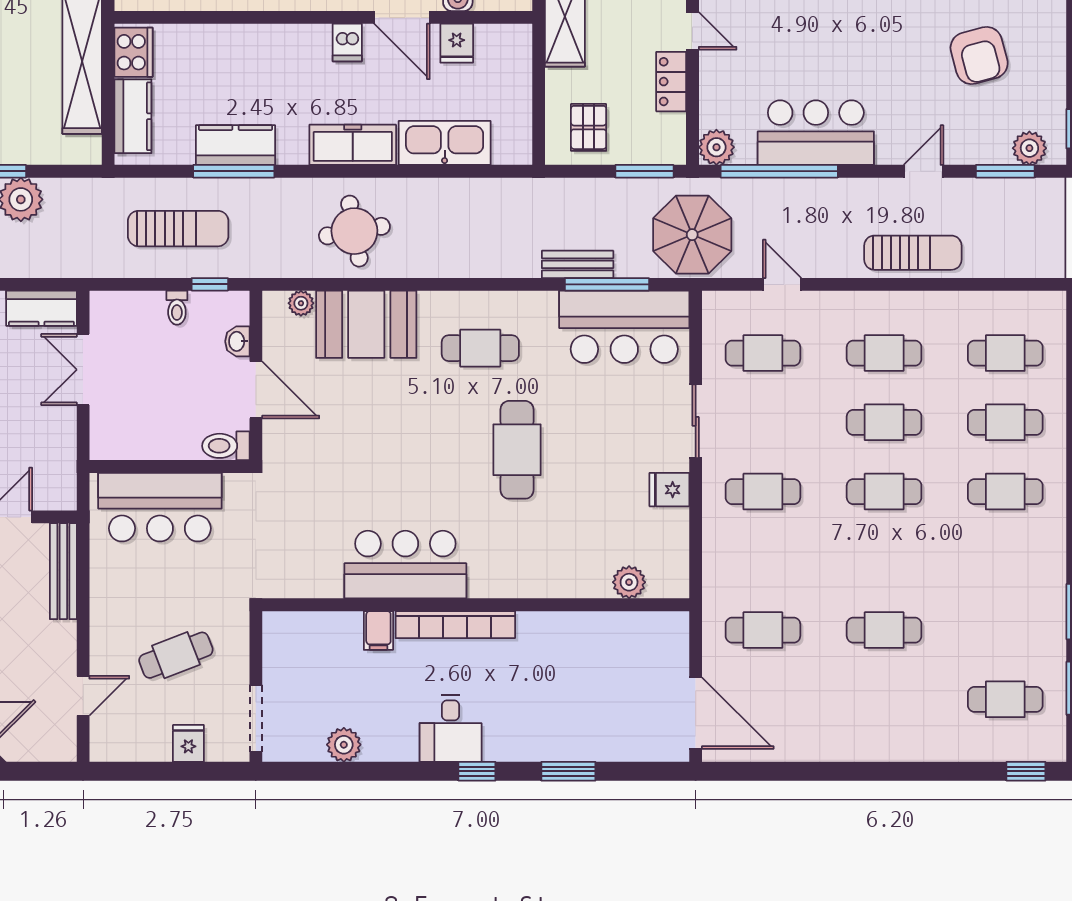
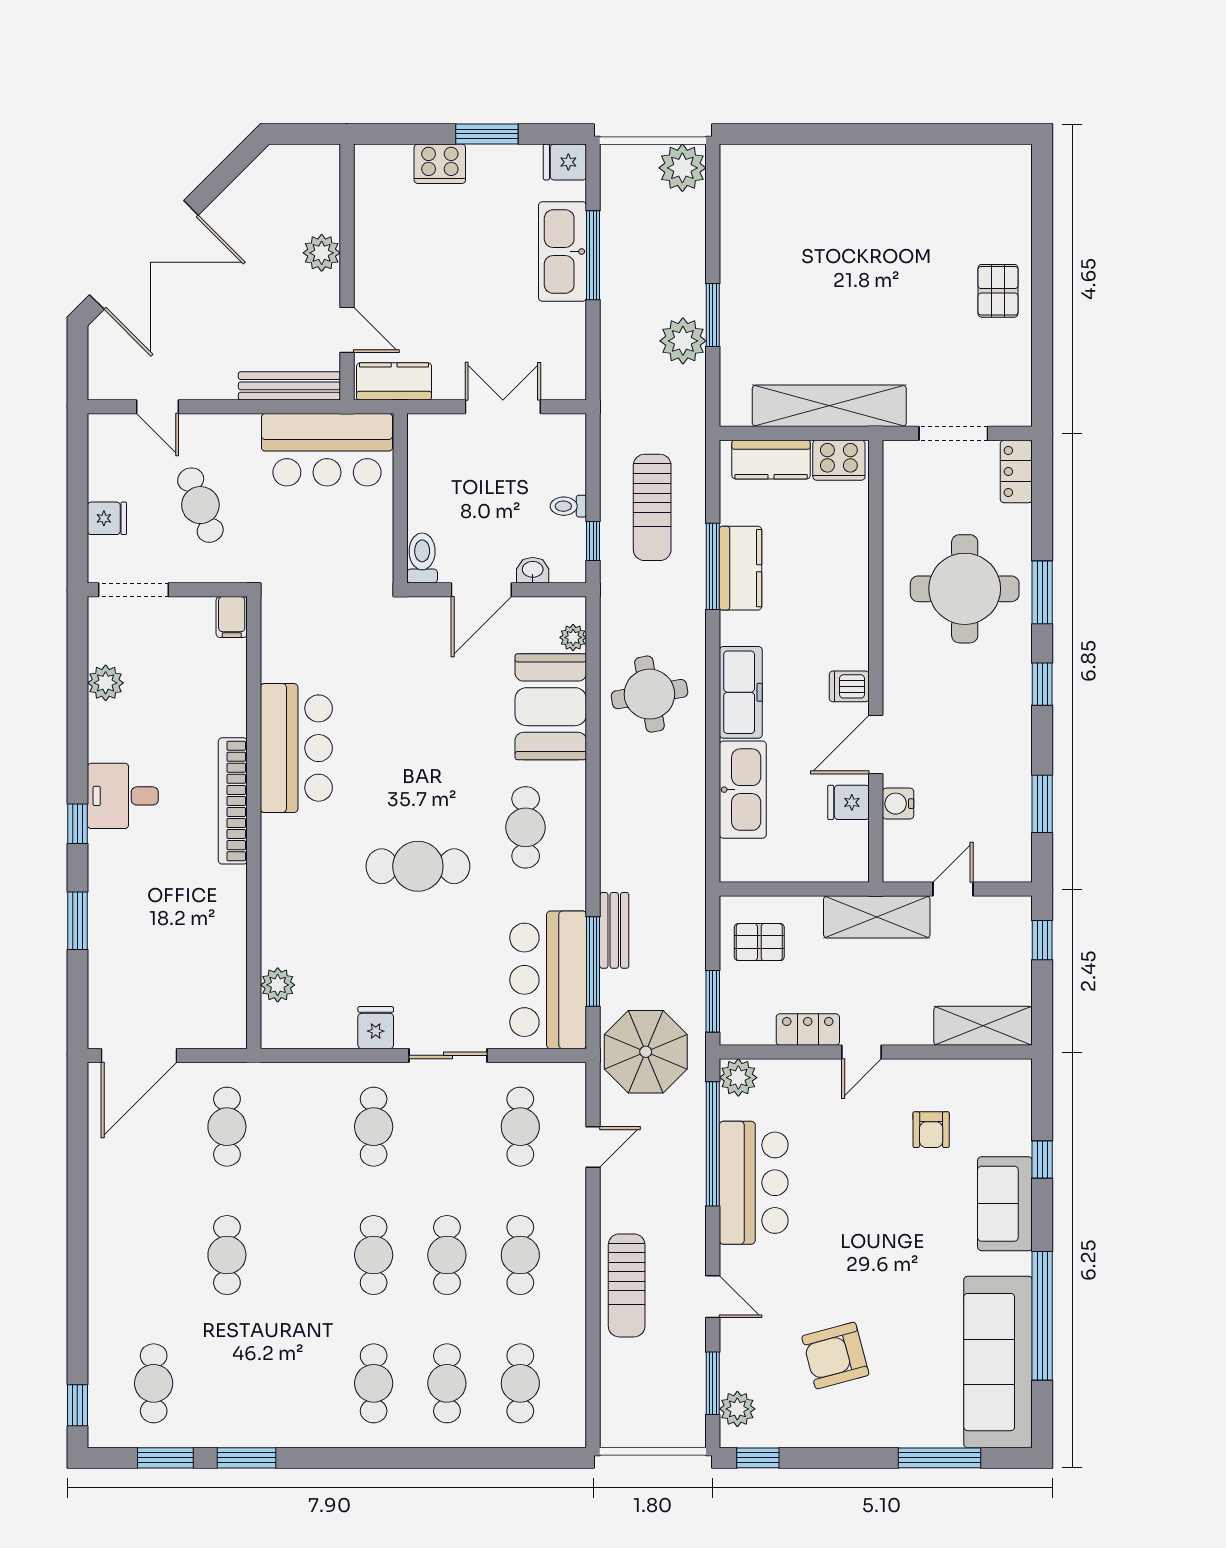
kitchen counter: (41, 308) -> (394, 381), moved, turned 90
bar counter: (160, 507) -> (327, 450), moved, turned -90
filing cabinet: (378, 630) -> (232, 617), moved, turned -90

